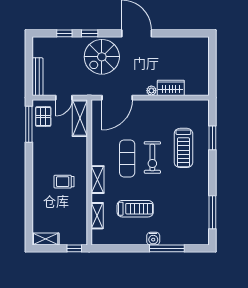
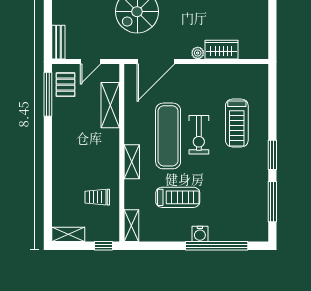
bench: (38, 77) -> (58, 42), width x0.73
shelving: (80, 118) -> (110, 105), moved
window: (212, 138) -> (272, 155), moved
exercise mat: (127, 158) -> (168, 136), width x1.36, depth x1.45
trolley: (64, 182) -> (97, 197), moved
shelving: (97, 216) -> (131, 226), moved
window: (167, 248) -> (217, 246), width x1.46

